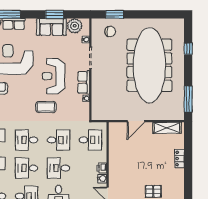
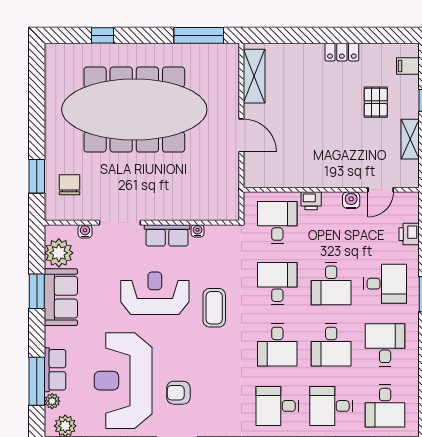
reception desk: (53, 76) -> (155, 293), turned 180
locker: (179, 159) -> (342, 52), moved
printer: (102, 168) -> (311, 201), moved

